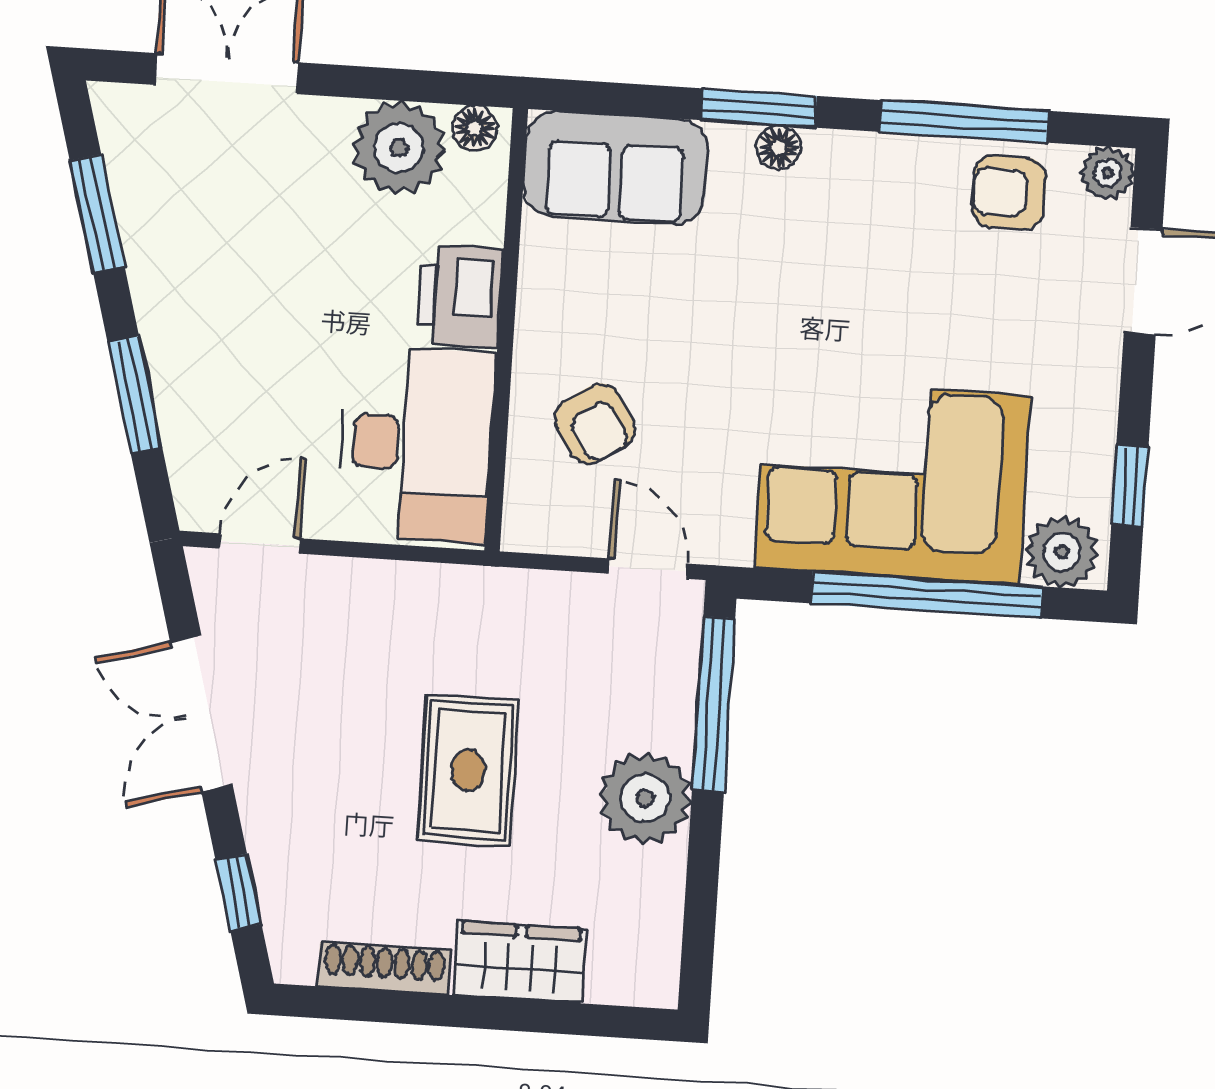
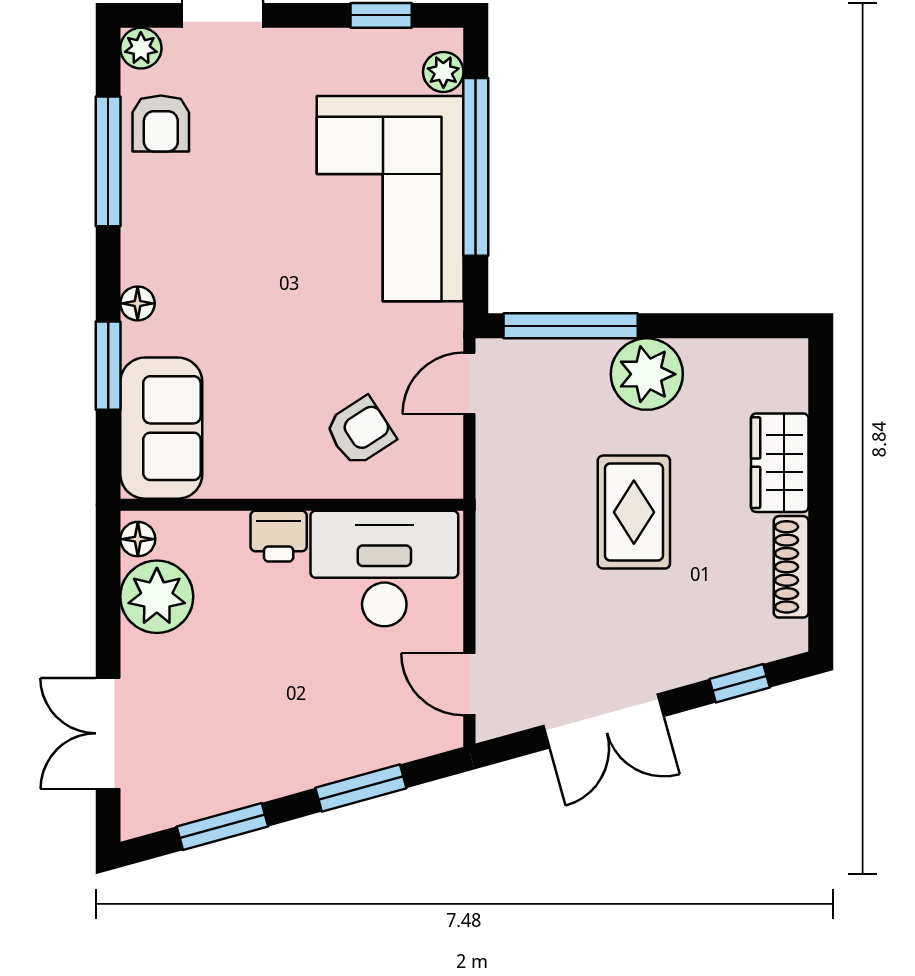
window: (759, 108) -> (108, 366), moved
printer: (460, 296) -> (279, 536), width x0.73, depth x0.81
plant: (1062, 552) -> (443, 72), width x0.73, depth x0.73
rug: (468, 770) -> (634, 512), turned 90

